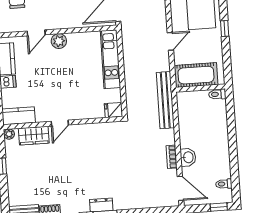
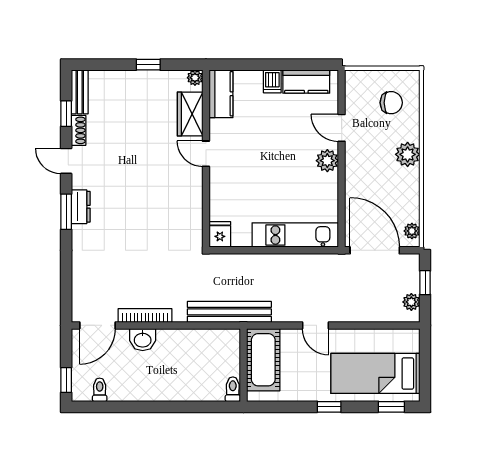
bookcase: (172, 157) -> (145, 315), width x1.56

